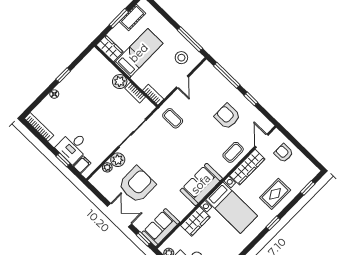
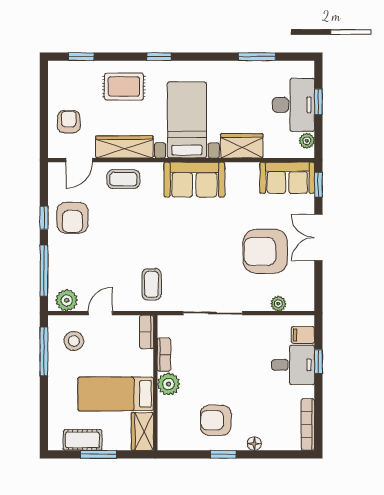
armchair: (82, 87) -> (216, 420), added
armchair: (227, 116) -> (72, 218), moved
armchair: (284, 153) -> (69, 122), turned 180
plant: (118, 160) -> (67, 300), moved

